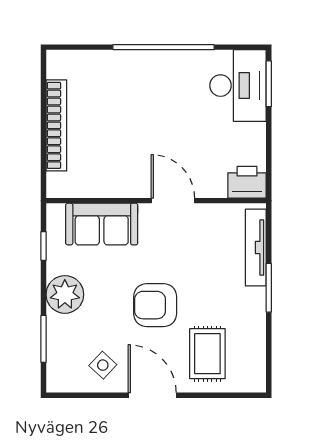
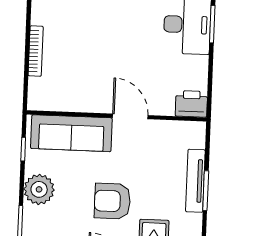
bookcase: (56, 125) -> (36, 51), width x0.68, depth x0.76
sofa: (102, 224) -> (71, 133), width x1.36
tv unit: (256, 248) -> (195, 181), moved

